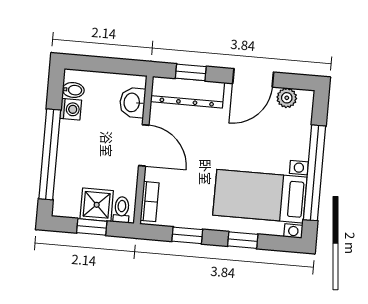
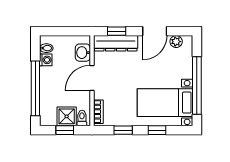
door: (144, 145) -> (92, 78), swing flipped

